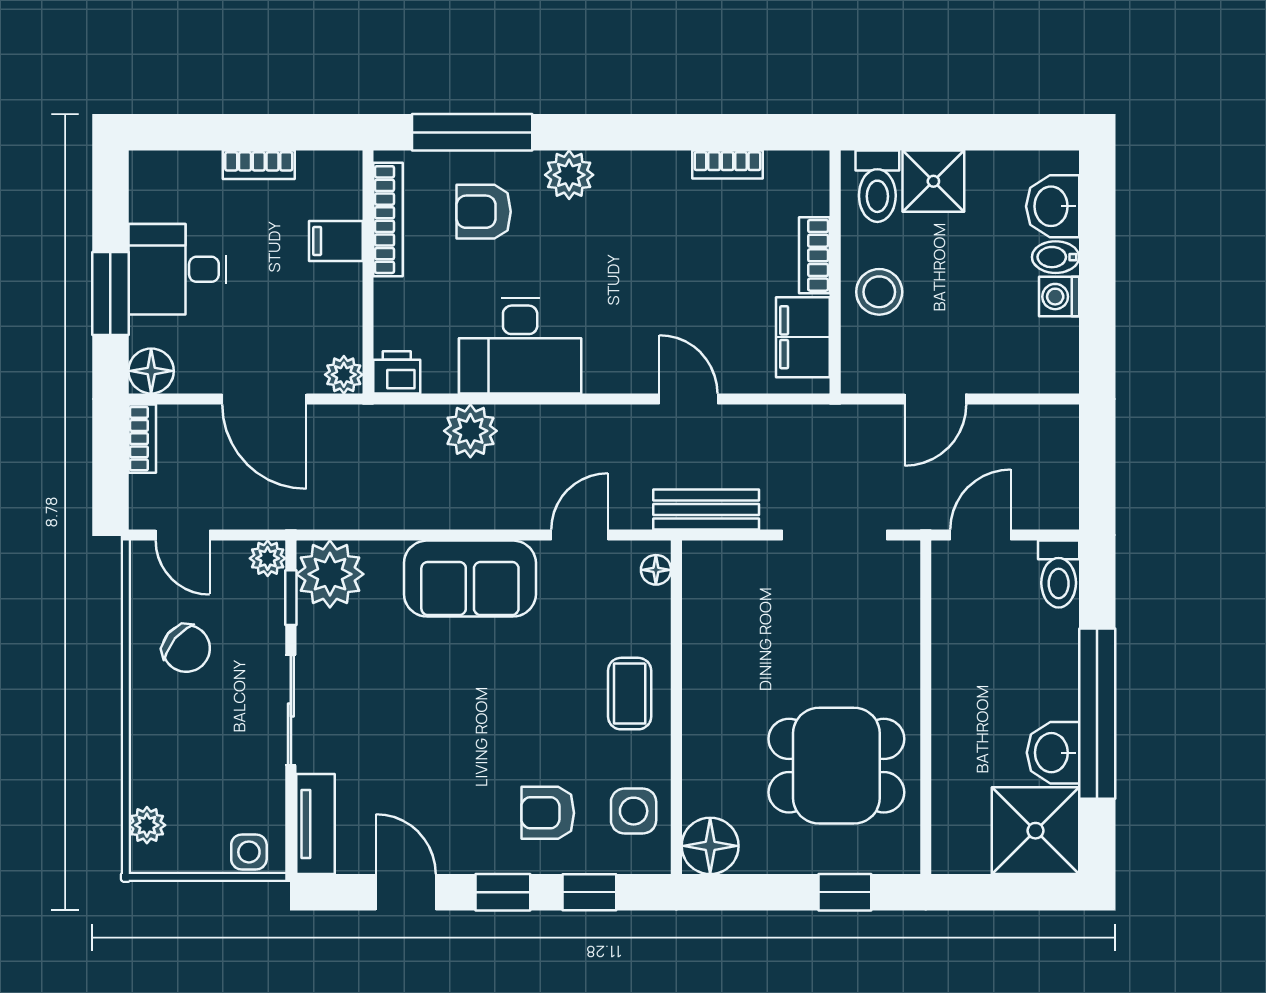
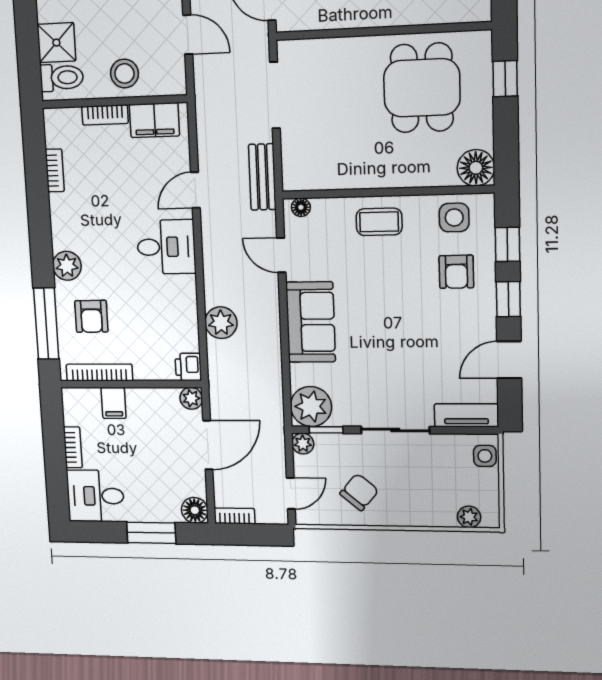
desk: (178, 269) -> (95, 496), moved, turned 90
desk: (520, 346) -> (166, 247), moved, width x0.73

